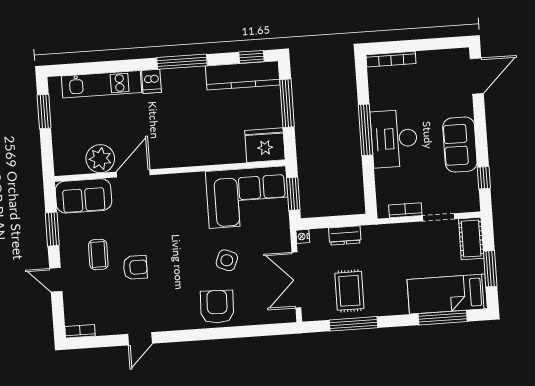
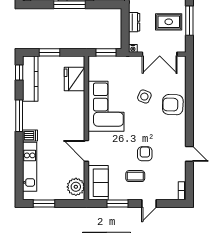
window: (287, 103) -> (50, 52), width x0.69
fridge: (265, 145) -> (75, 79), moved
plant: (100, 159) -> (76, 187), moved
corner sofa: (247, 197) -> (106, 106), moved

